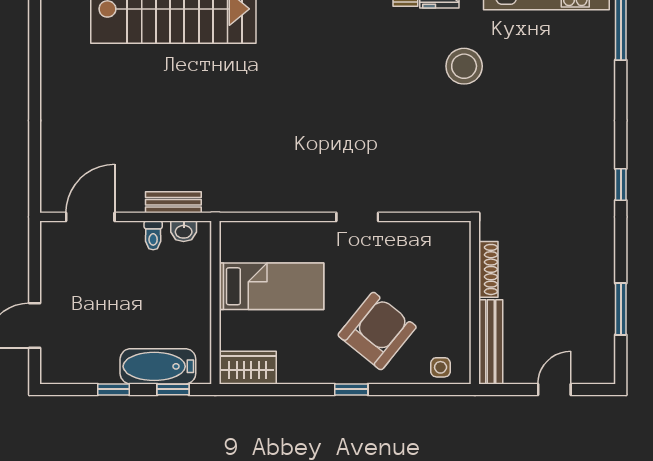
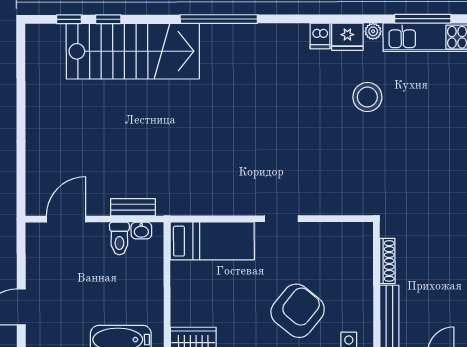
toilet: (153, 235) -> (119, 238), width x1.37, depth x1.39
bed: (271, 286) -> (212, 241), moved

